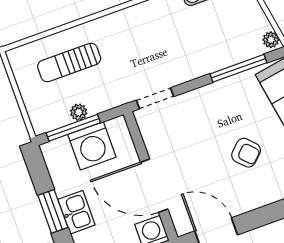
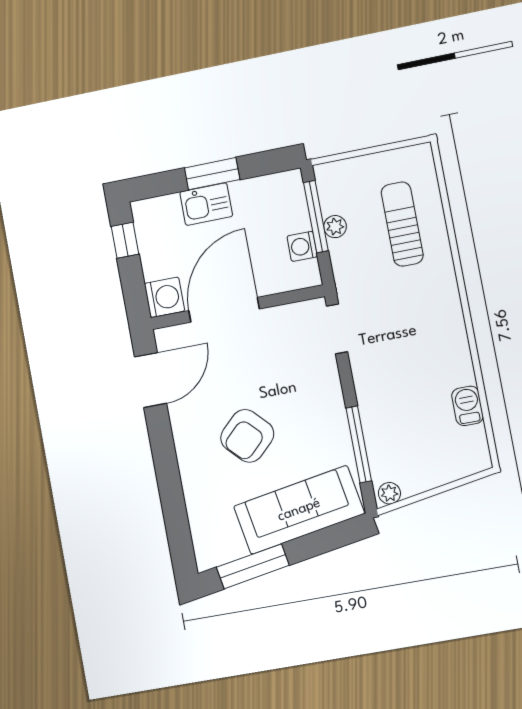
washing machine: (92, 146) -> (302, 246), width x0.53, depth x0.53
armchair: (246, 153) -> (247, 436), width x1.38, depth x1.38

